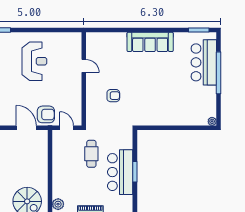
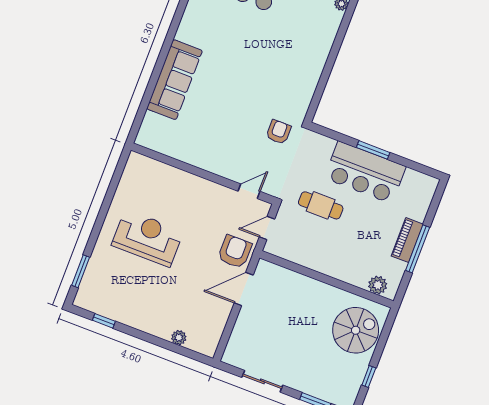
sofa: (150, 42) -> (174, 80), moved
door: (84, 66) -> (249, 191), moved
armchair: (113, 96) -> (278, 132), moved

